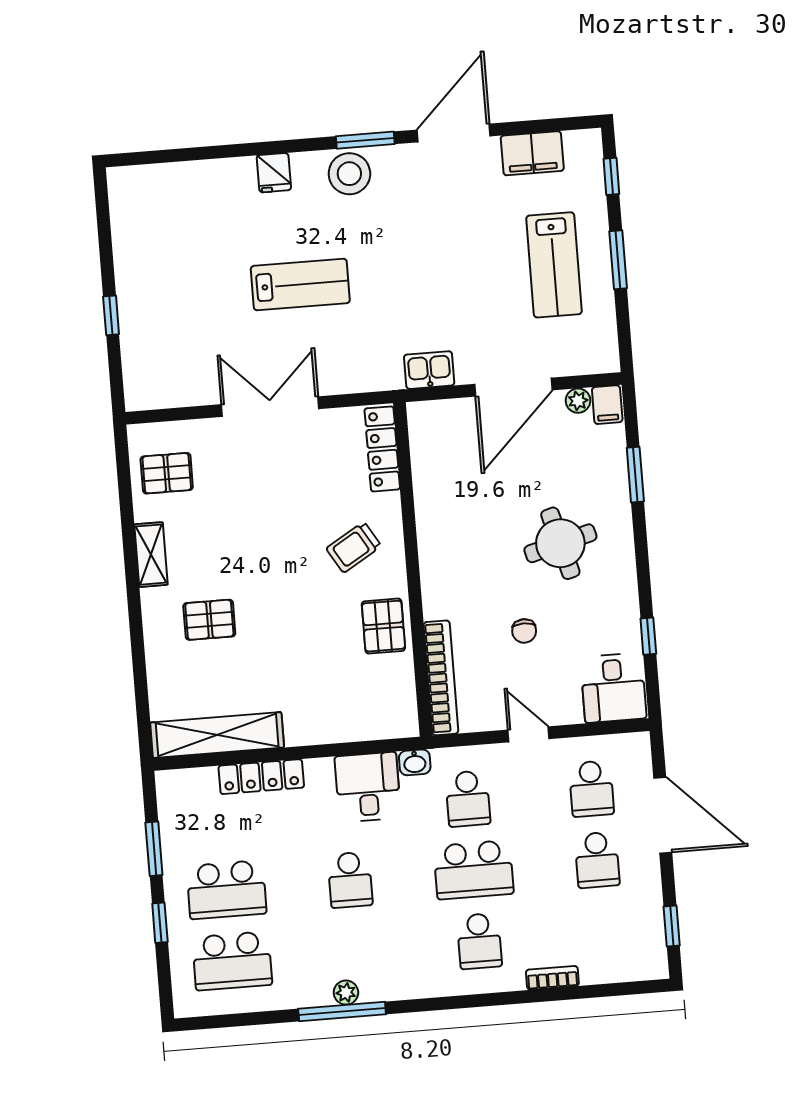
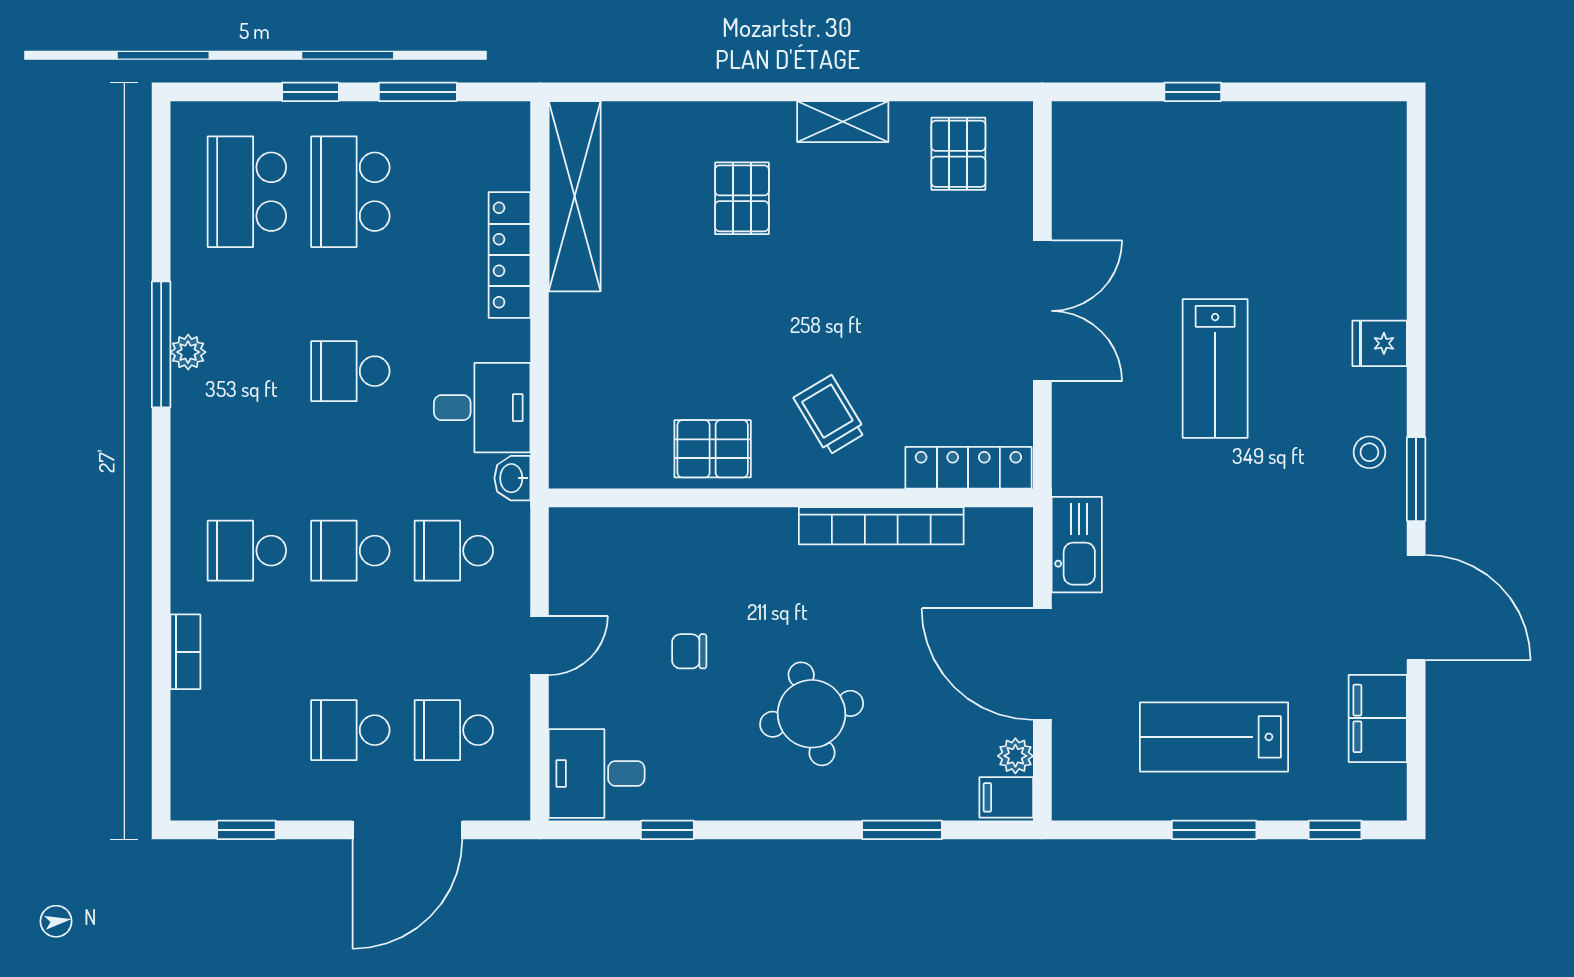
stool: (349, 174) -> (1369, 452), width x0.53, depth x0.53
kitchen sink: (429, 370) -> (1077, 545), width x1.38
bookcase: (441, 678) -> (881, 526), moved
school desk: (474, 870) -> (350, 551), width x0.54

